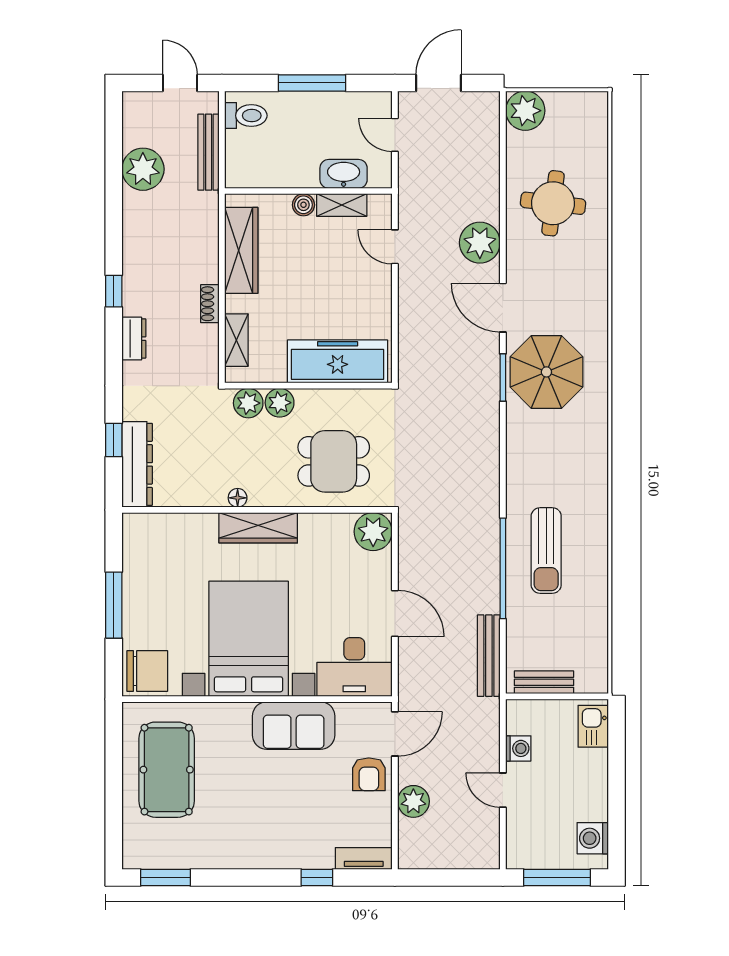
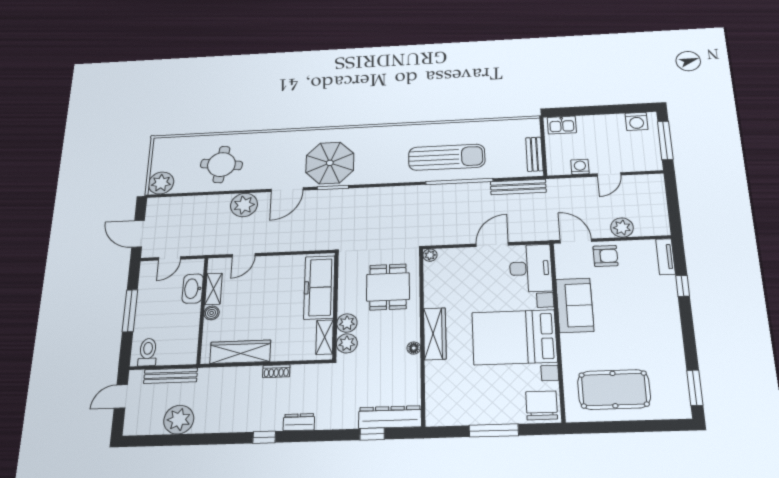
shelving: (236, 340) -> (325, 337), moved, turned 90
plant: (373, 532) -> (430, 255), width x0.53, depth x0.53
sun lounger: (546, 550) -> (447, 157), width x1.36, depth x1.34

